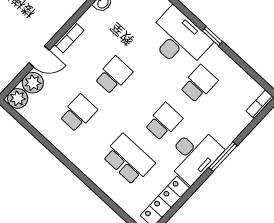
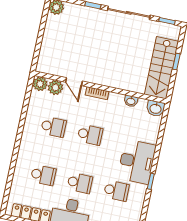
school desk: (128, 160) -> (43, 175), width x0.54

